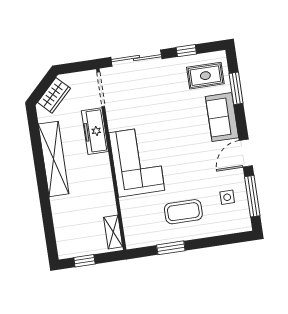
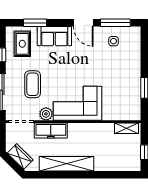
plant: (116, 121) -> (46, 114), added
coffee table: (183, 212) -> (33, 84), moved

